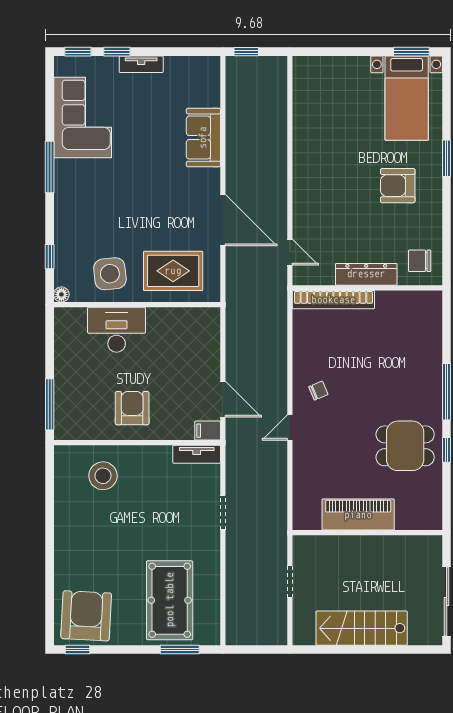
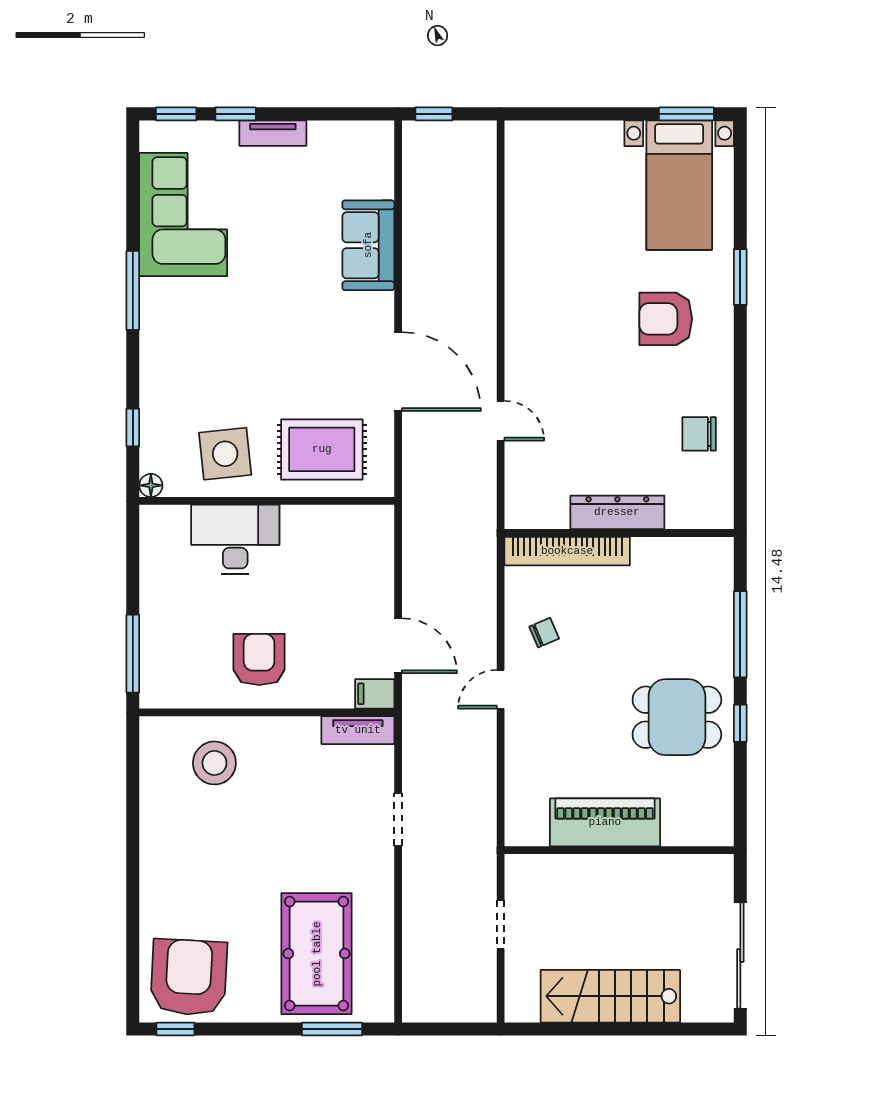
dresser: (366, 274) -> (617, 512), moved
wall: (367, 288) -> (619, 533), moved
bookcase: (333, 300) -> (567, 551), moved

